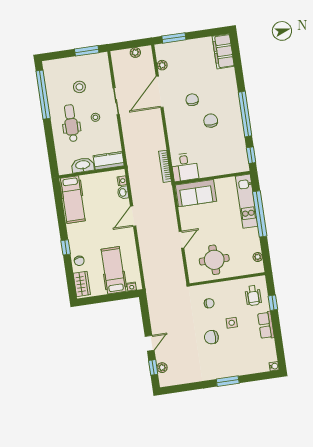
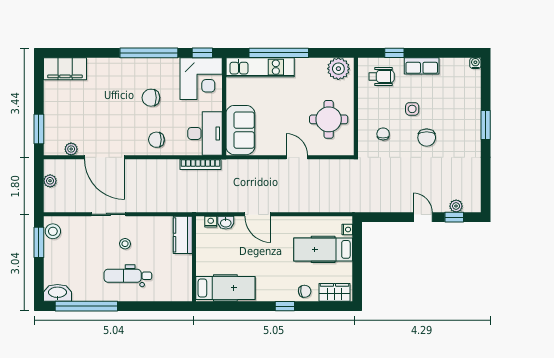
stool: (79, 87) -> (53, 231), moved
chair: (192, 100) -> (156, 140), moved
corner desk: (231, 157) -> (201, 79), added
washbasin: (83, 165) -> (57, 293), moved, turned 90
desk: (185, 167) -> (205, 133), width x1.37
plant: (258, 257) -> (338, 69), width x1.87, depth x1.87

